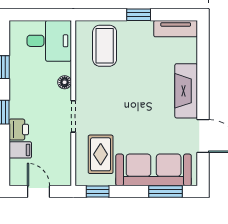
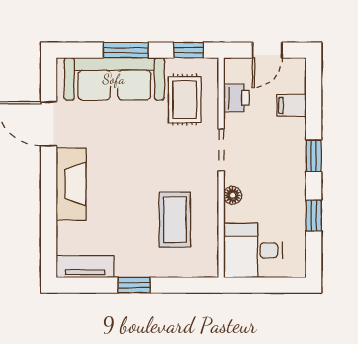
coffee table: (105, 46) -> (175, 220), moved
printer: (19, 129) -> (236, 98), moved, turned 180
door: (38, 192) -> (267, 50), hinge flipped
window: (166, 192) -> (126, 50), moved

